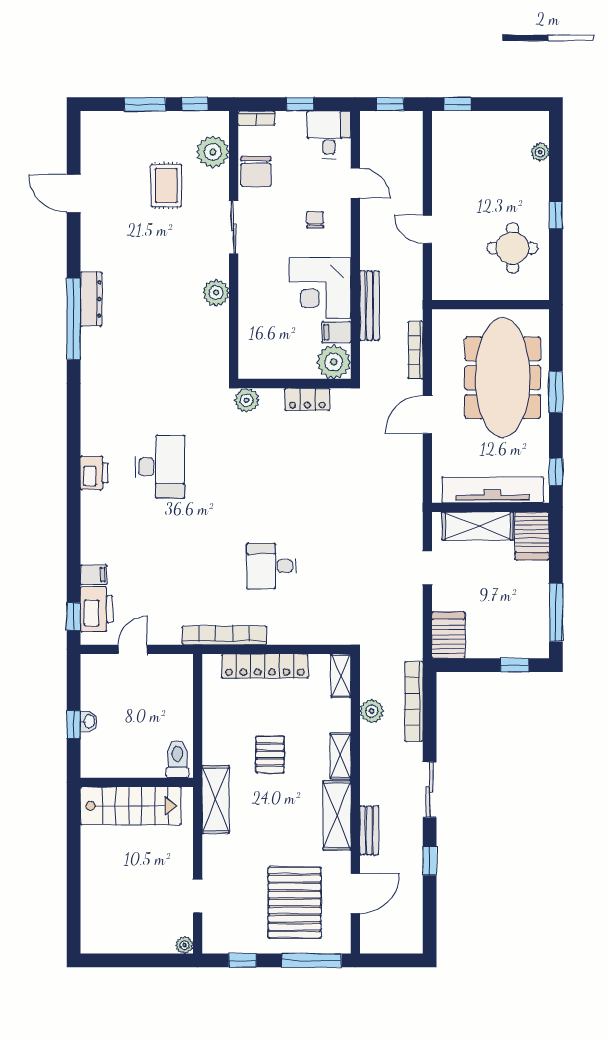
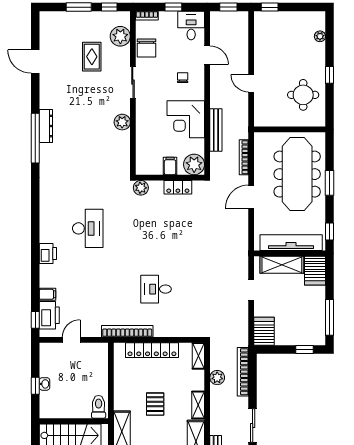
filing cabinet: (336, 332) -> (170, 166), moved, turned 90
printer: (94, 473) -> (48, 253), moved

